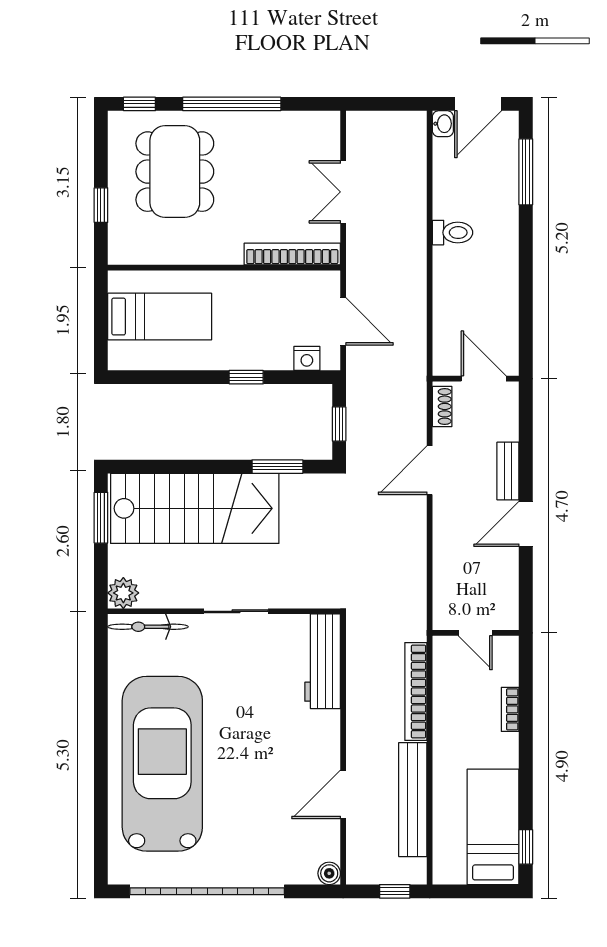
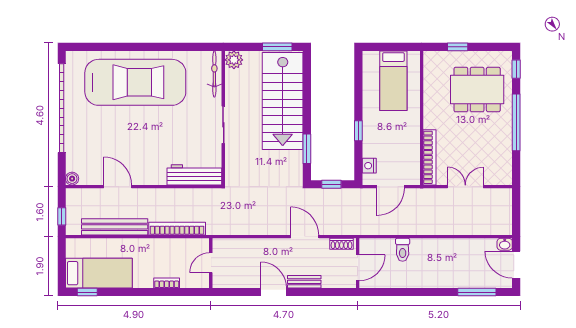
toilet: (453, 233) -> (403, 250), moved

